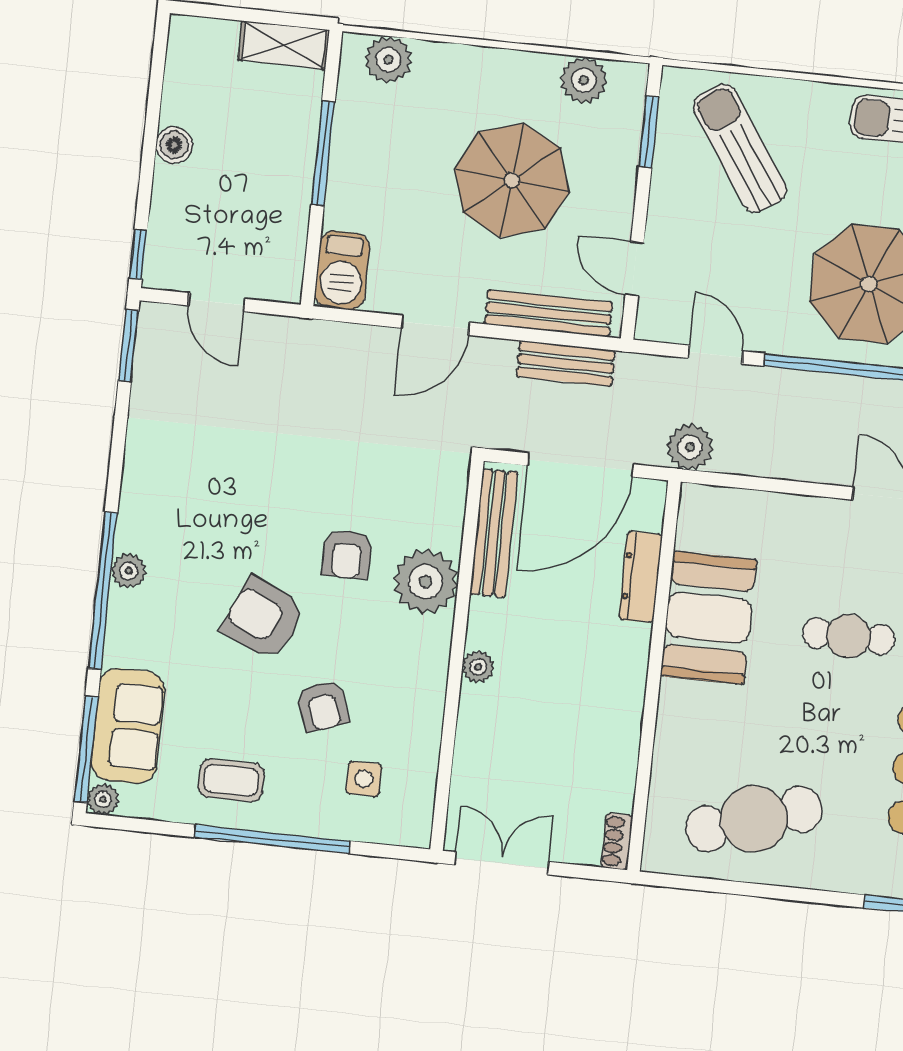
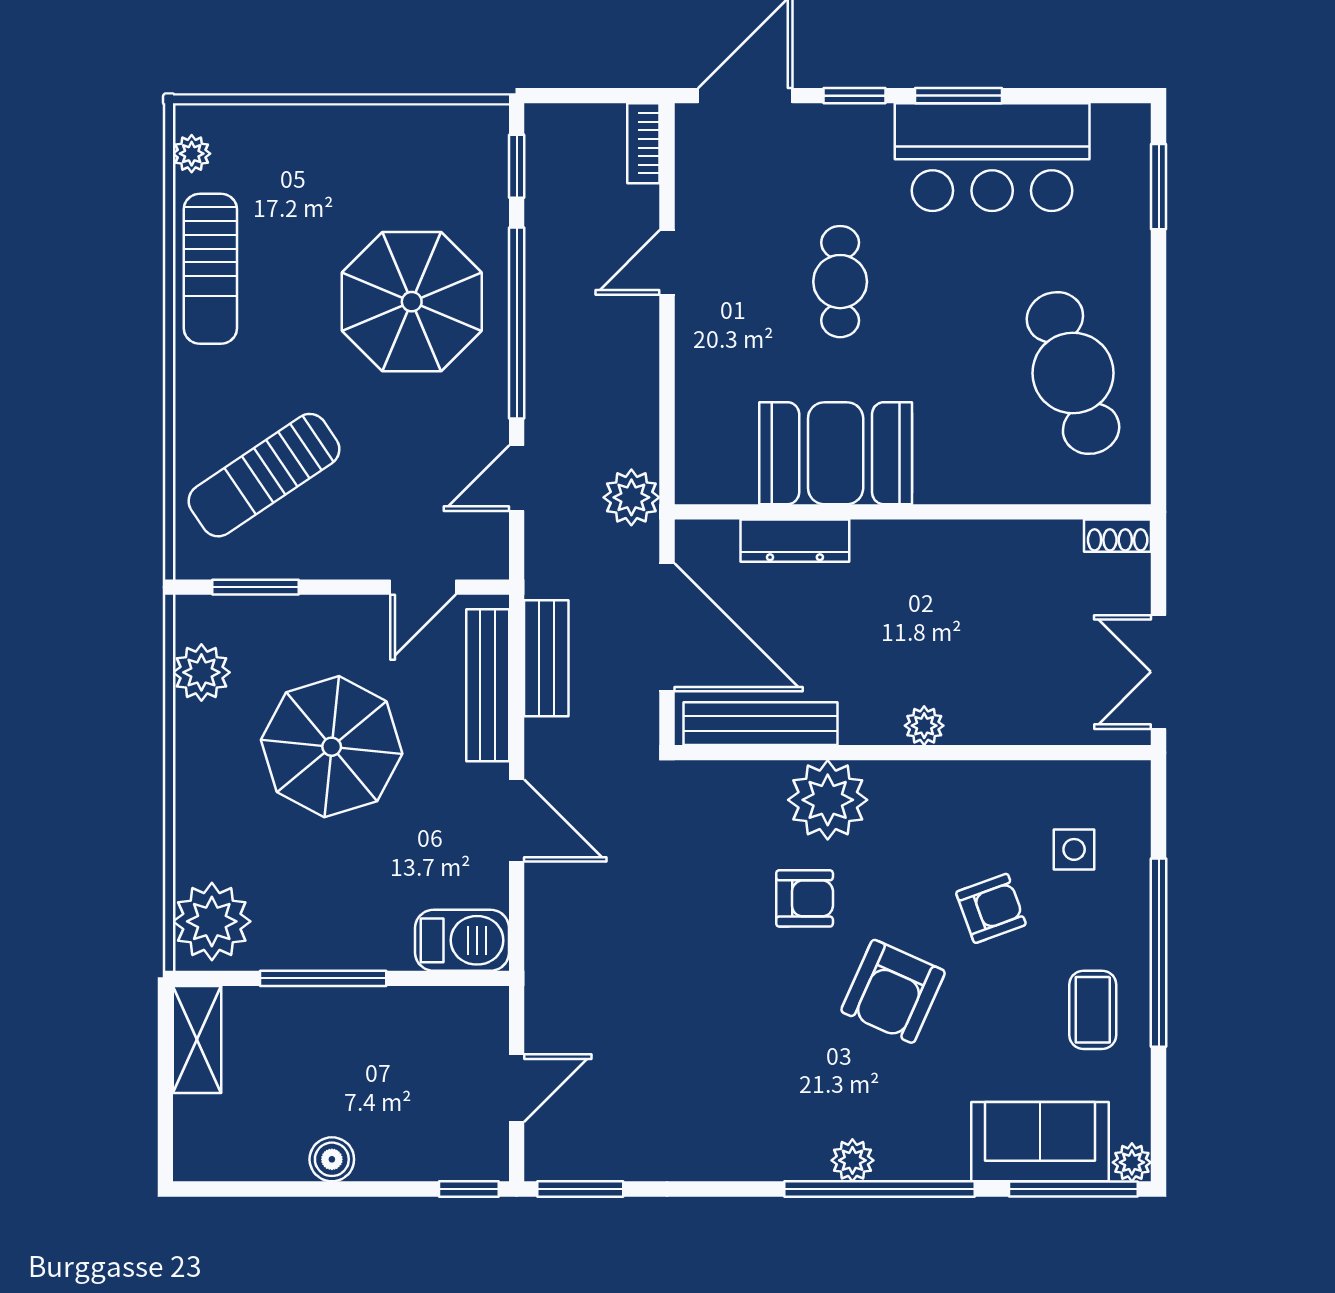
plant: (388, 60) -> (212, 921), width x1.36, depth x1.36

